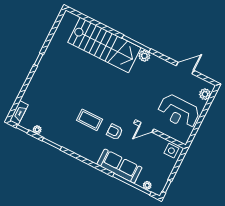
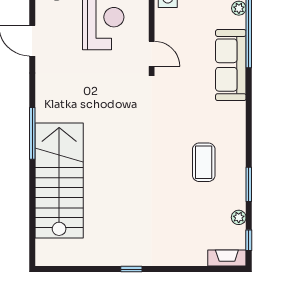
plant: (144, 56) -> (45, 112), removed
coffee table: (90, 120) -> (204, 162), moved
armchair: (115, 132) -> (183, 98), removed

